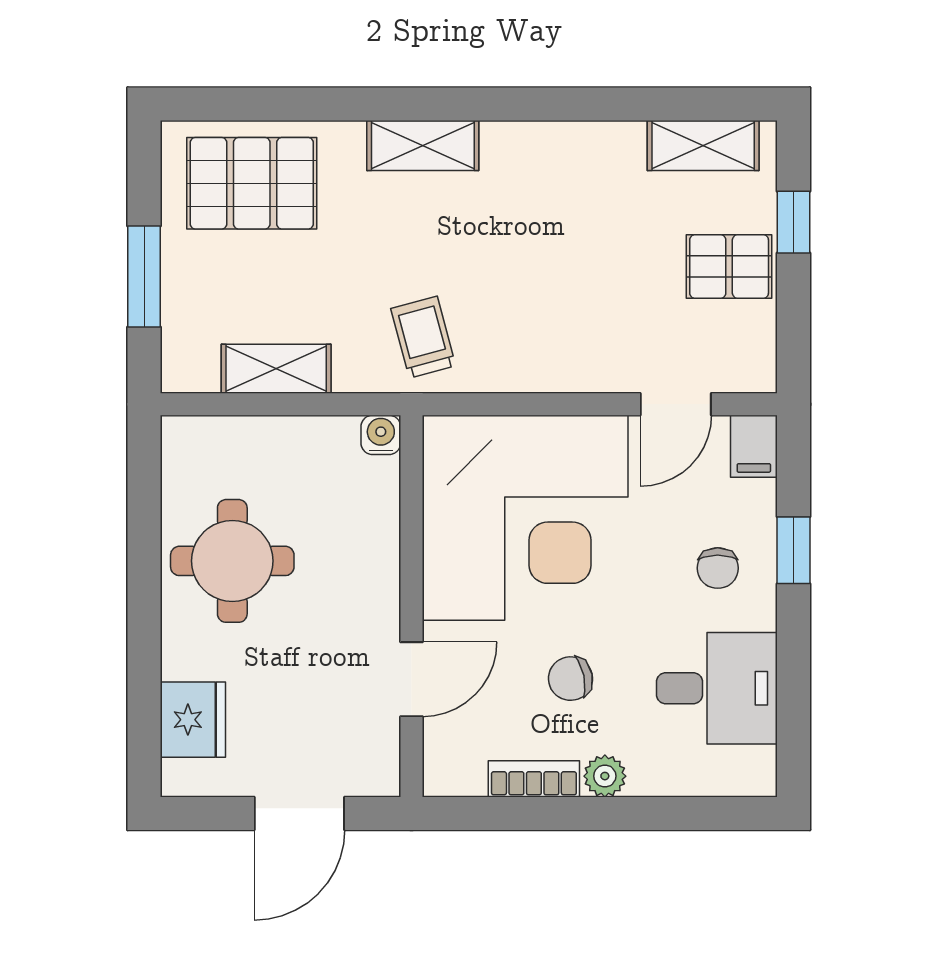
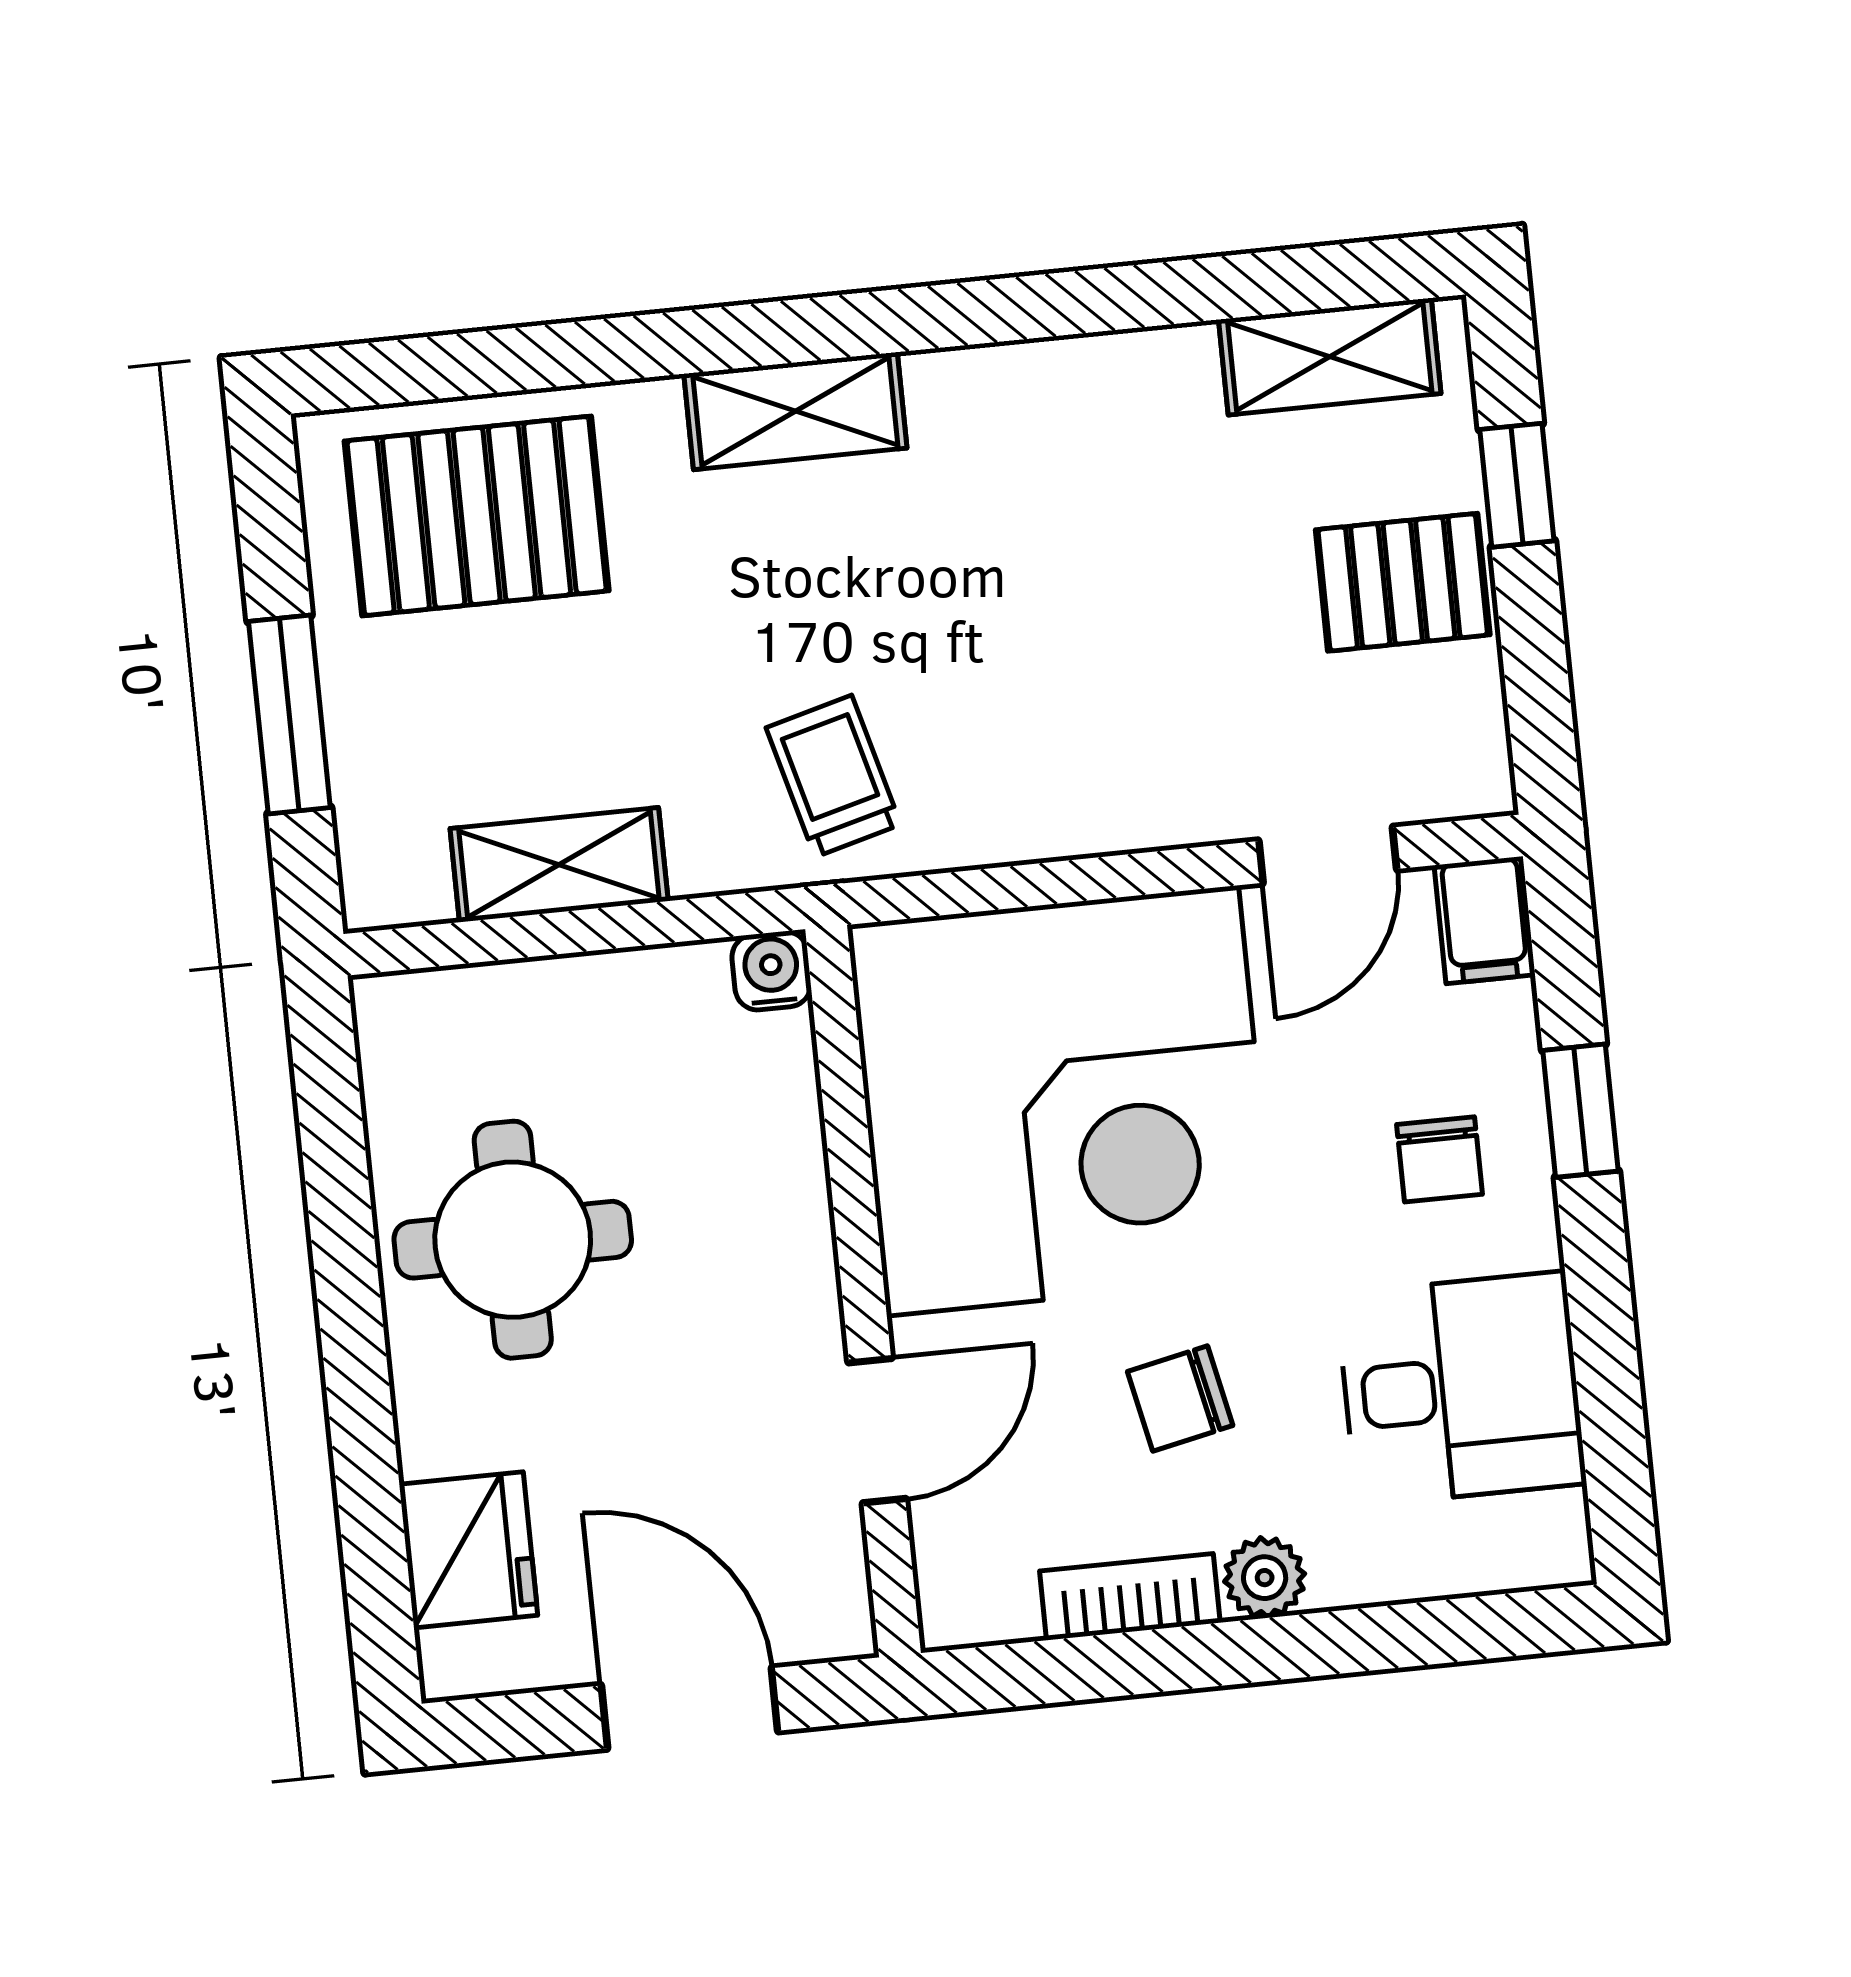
door: (299, 813) -> (689, 1708), swing flipped

